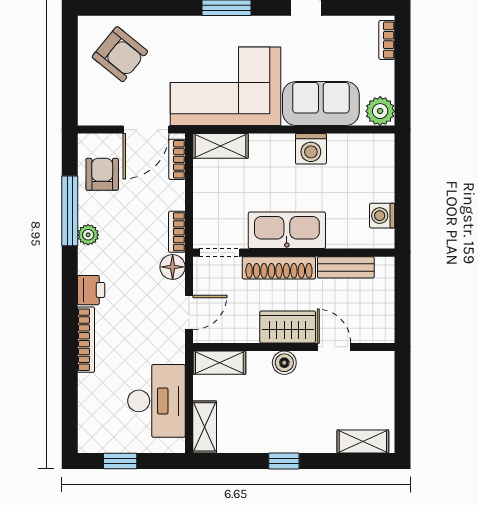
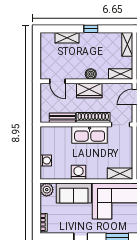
washing machine: (382, 216) -> (46, 160), moved
door: (334, 347) -> (57, 81), moved
shelving: (363, 441) -> (67, 38), moved

